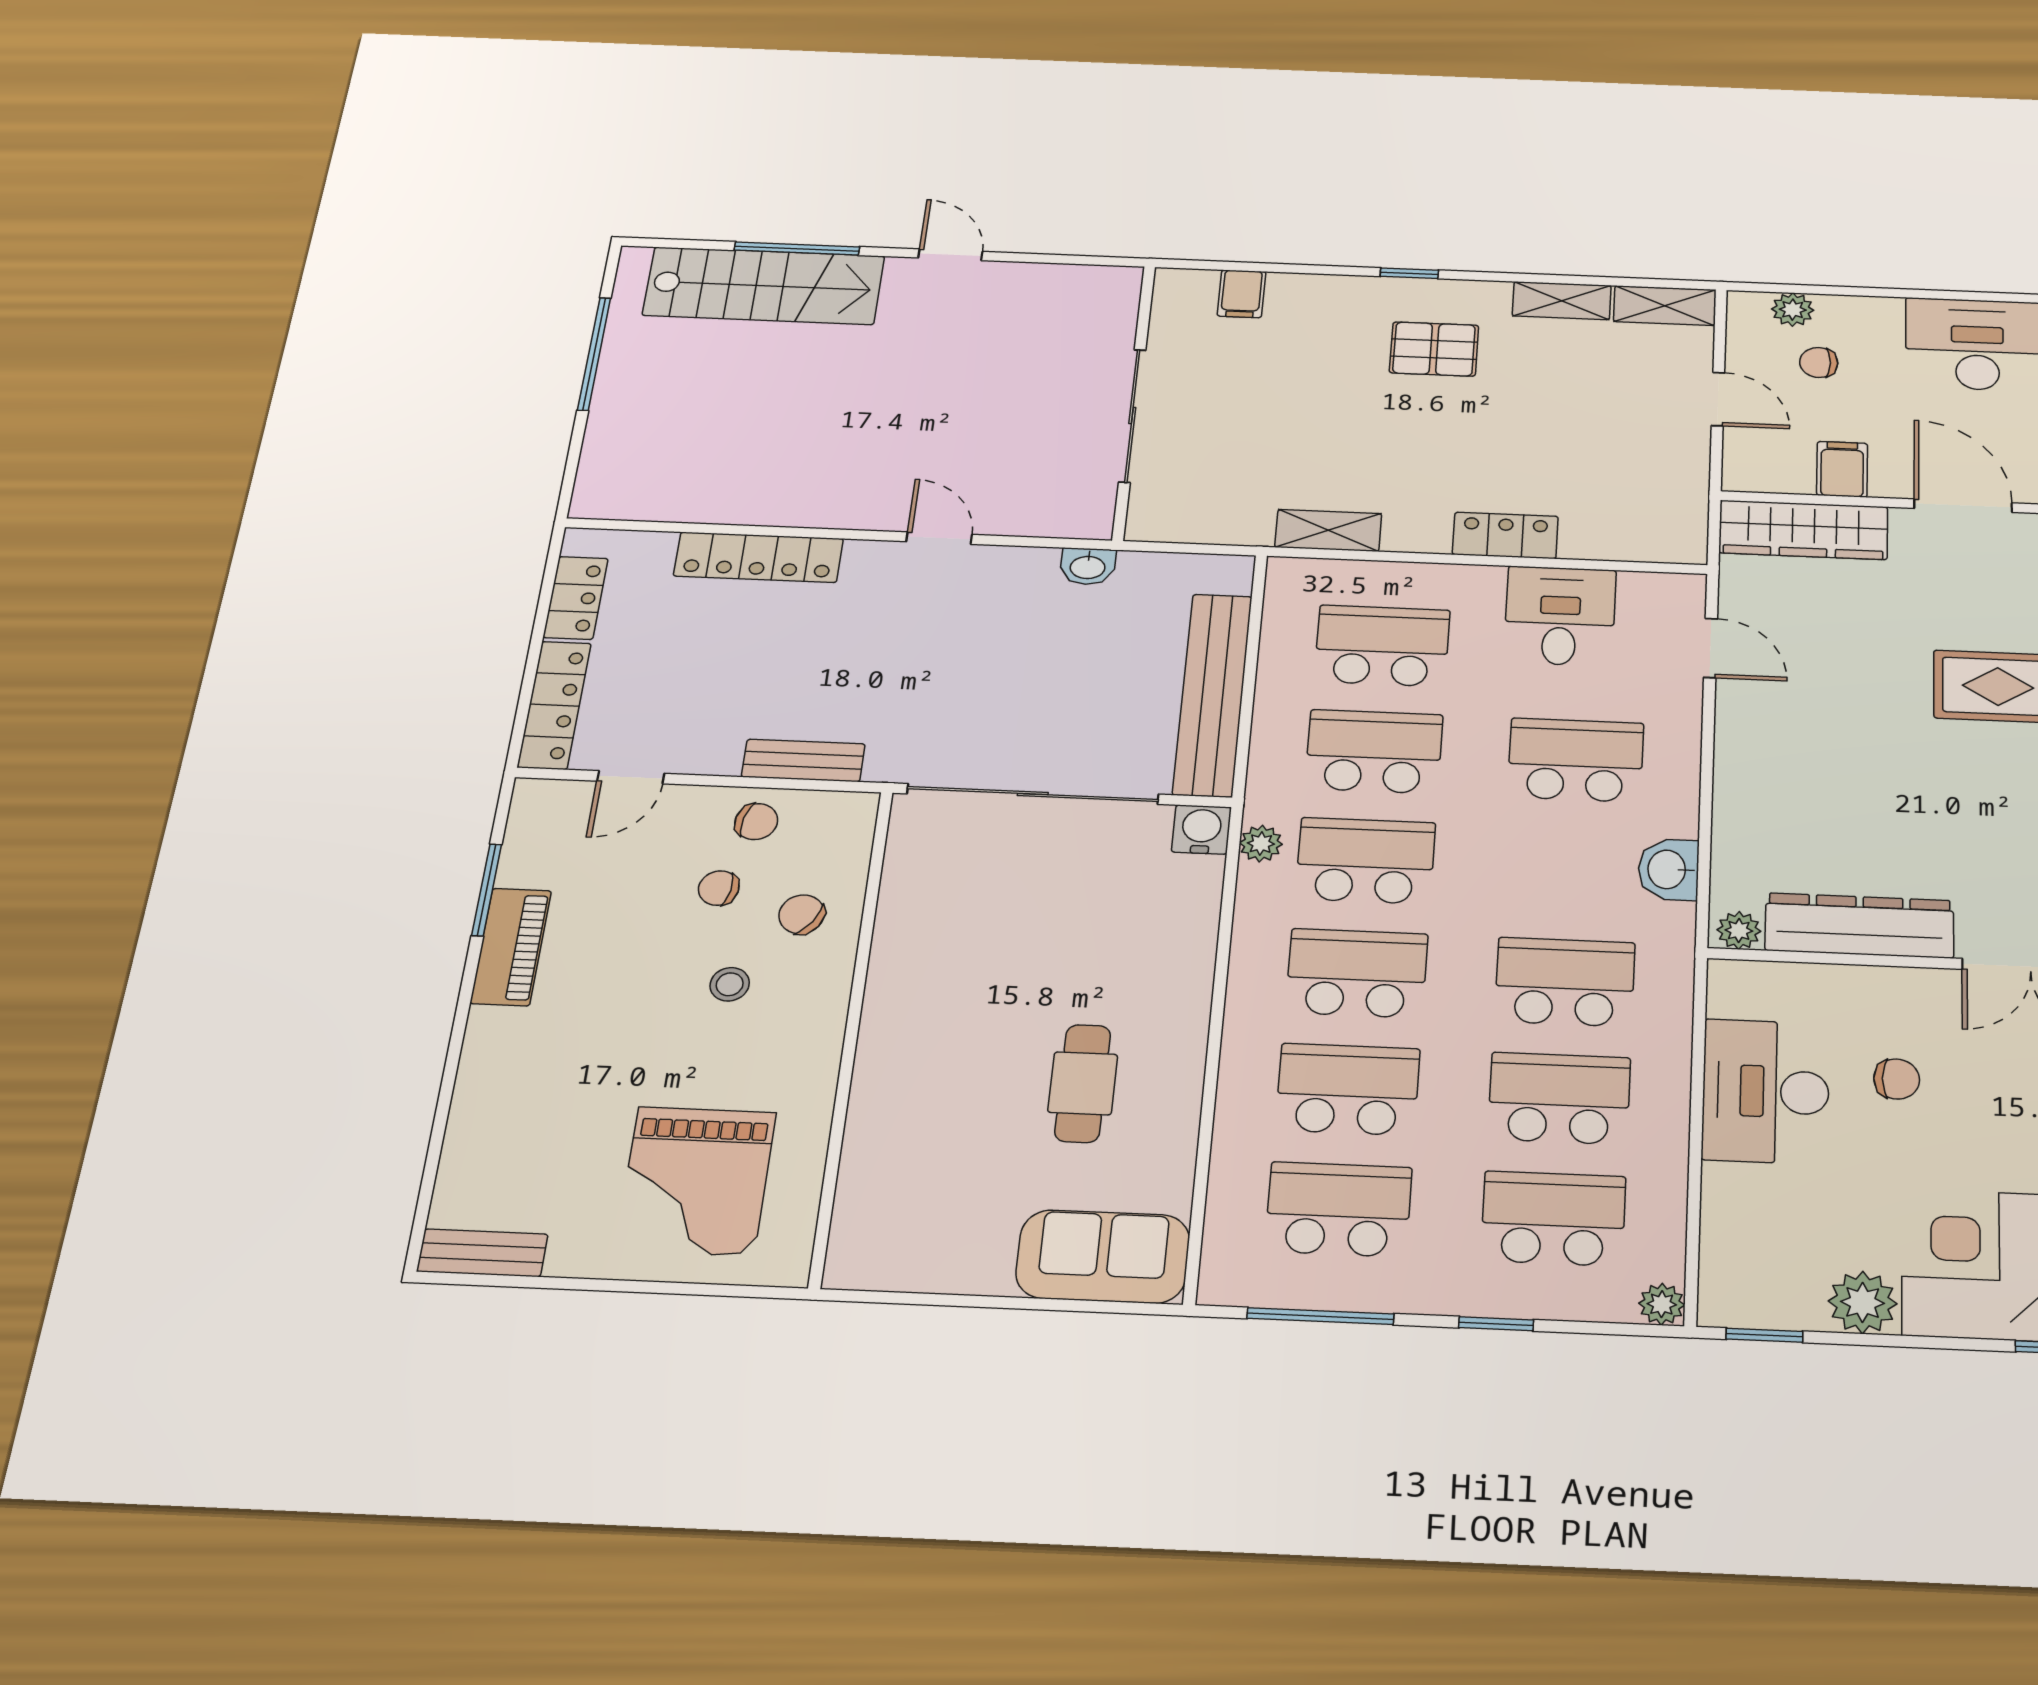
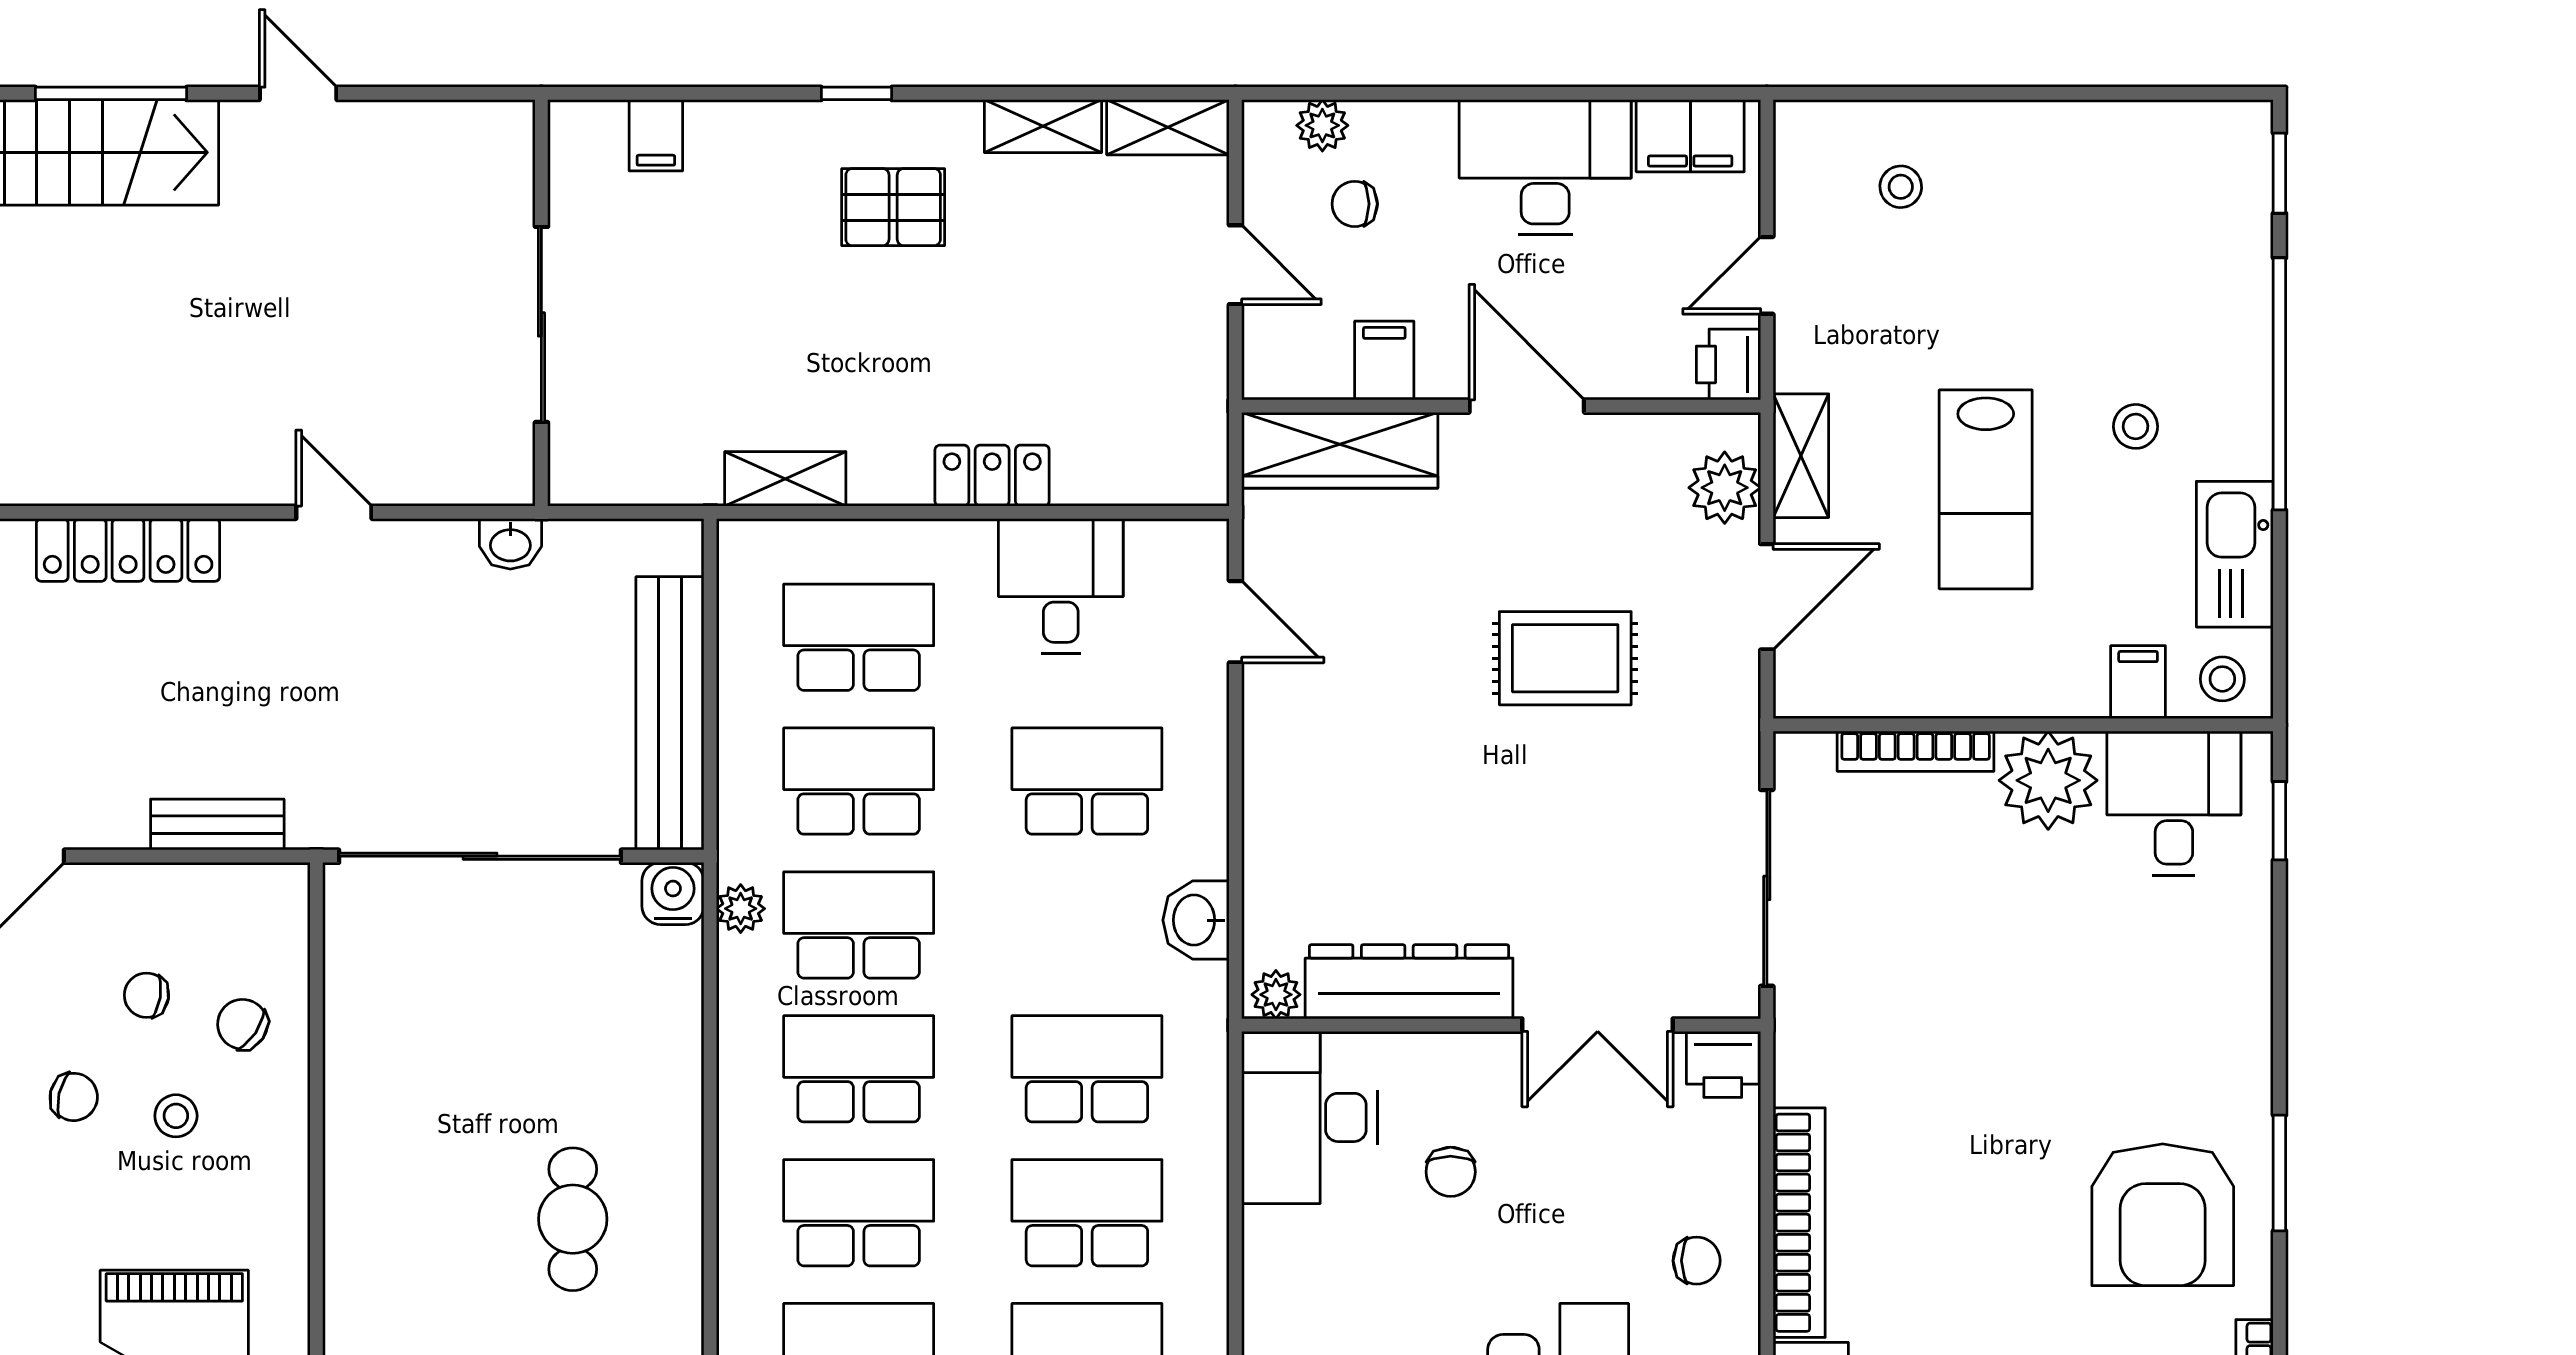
chair: (756, 822) -> (74, 1097), moved
chair: (1897, 1079) -> (1451, 1172), turned 90
desk: (1766, 1091) -> (1309, 1117), moved

